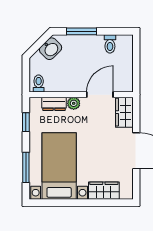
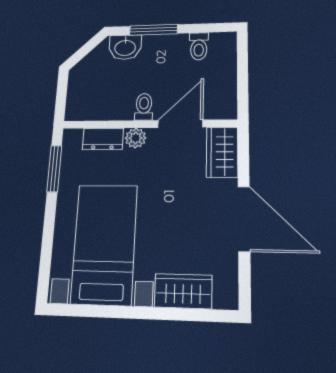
washbasin: (51, 49) -> (125, 47), moved, turned 45
toilet: (39, 84) -> (144, 107), moved
window: (26, 122) -> (54, 169), width x1.50
window: (26, 167) -> (47, 245), removed

